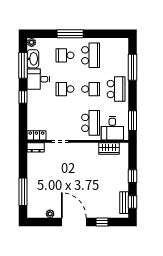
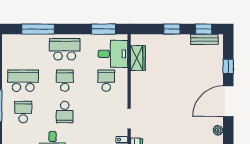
school desk: (65, 55) -> (23, 112), turned 180
school desk: (91, 123) -> (106, 81), width x0.54

